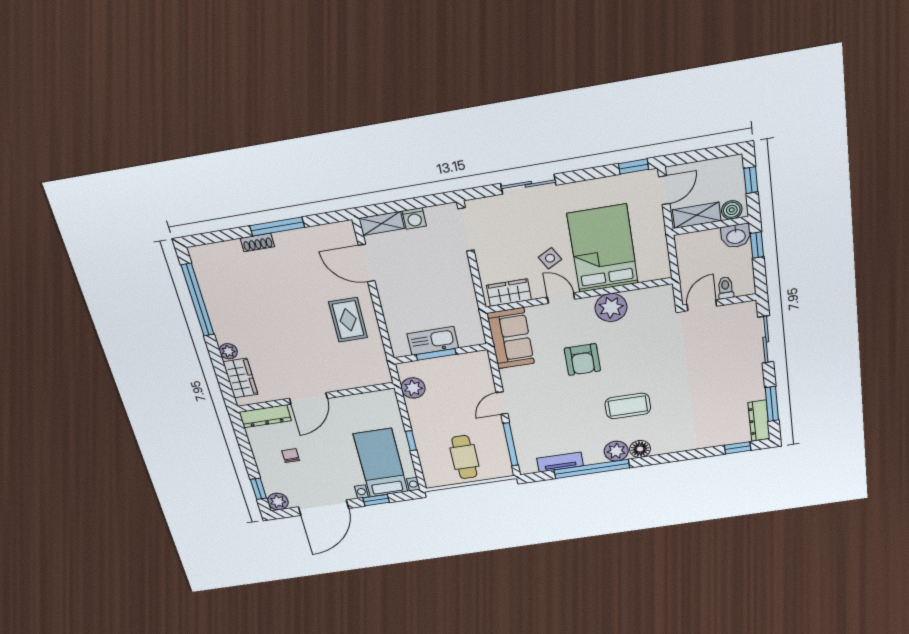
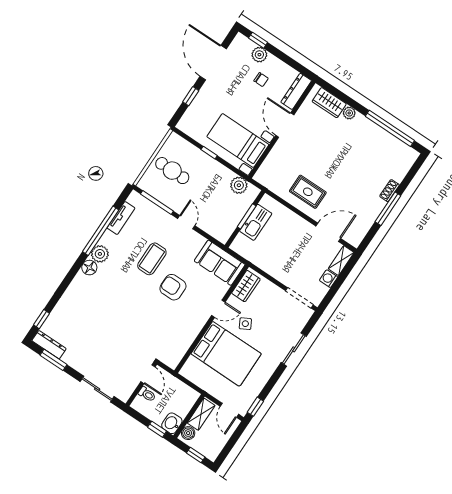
plant: (611, 308) -> (189, 329), removed
coffee table: (628, 406) -> (152, 259), moved
bed with nightstands: (381, 463) -> (238, 141), moved, turned 180
plant: (278, 501) -> (259, 55), moved

